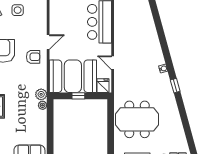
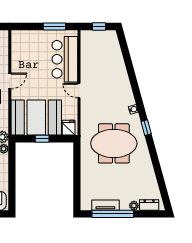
door: (113, 63) -> (79, 91), moved
meeting table: (137, 119) -> (114, 143), moved

